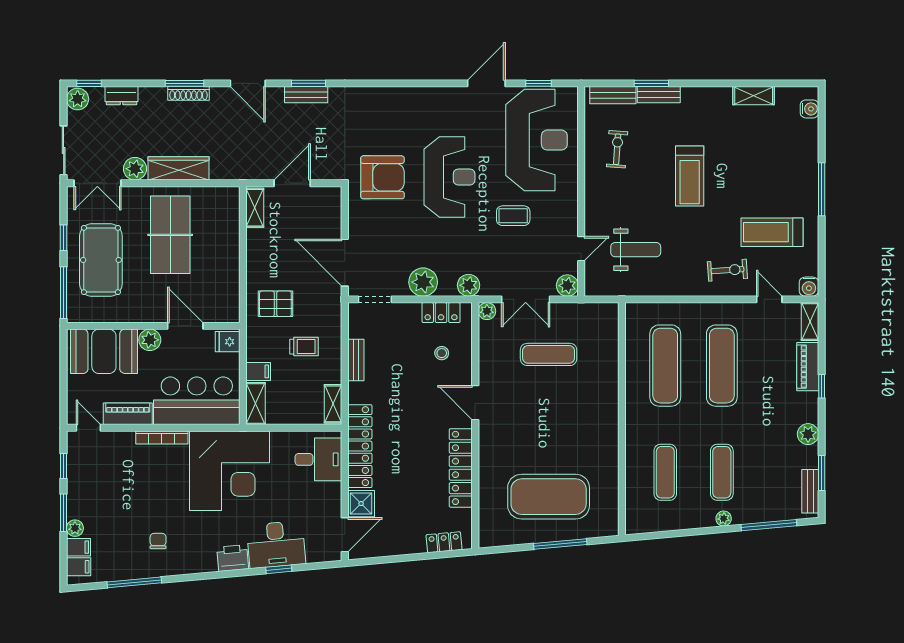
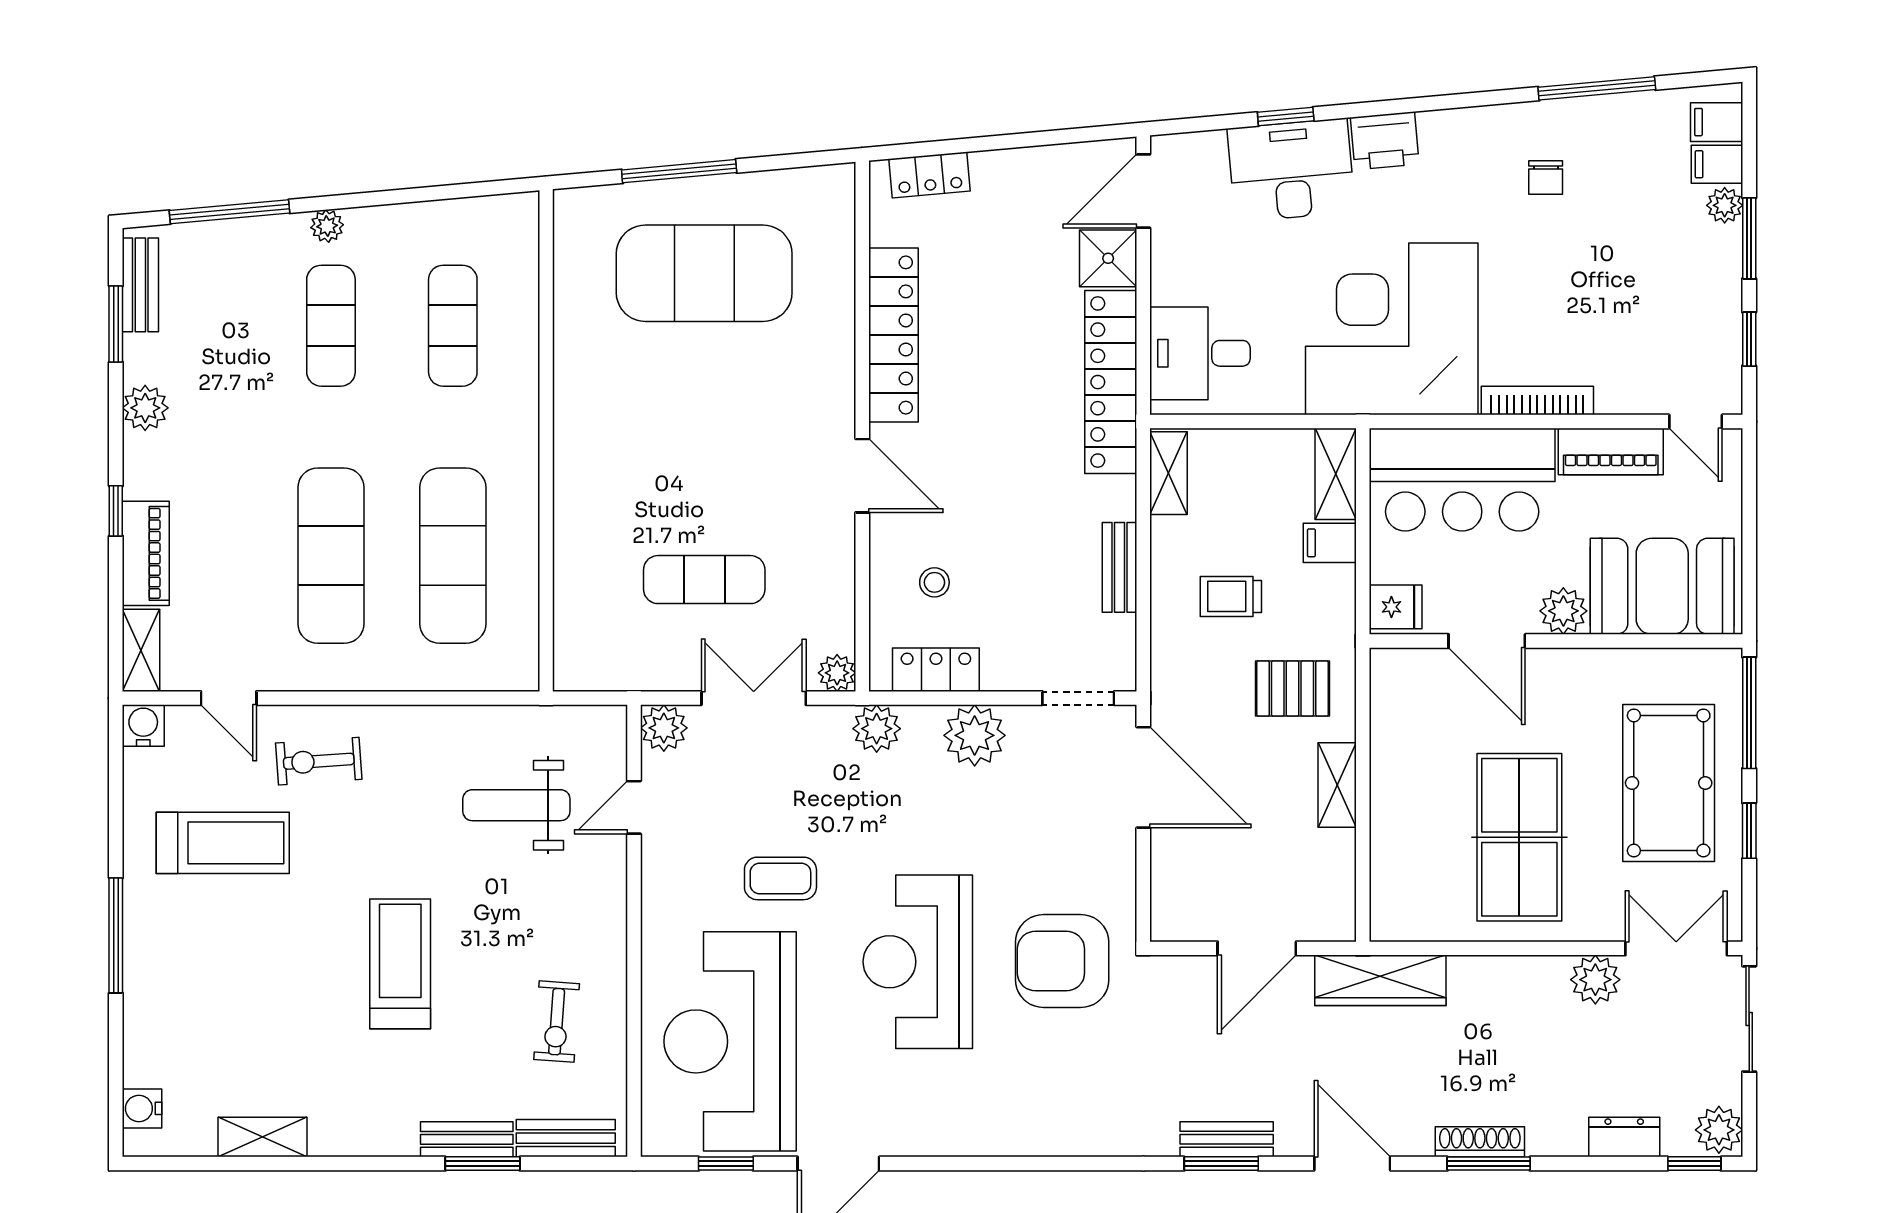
wardrobe: (178, 168) -> (1380, 980), moved
shelving: (255, 208) -> (1337, 785), moved

